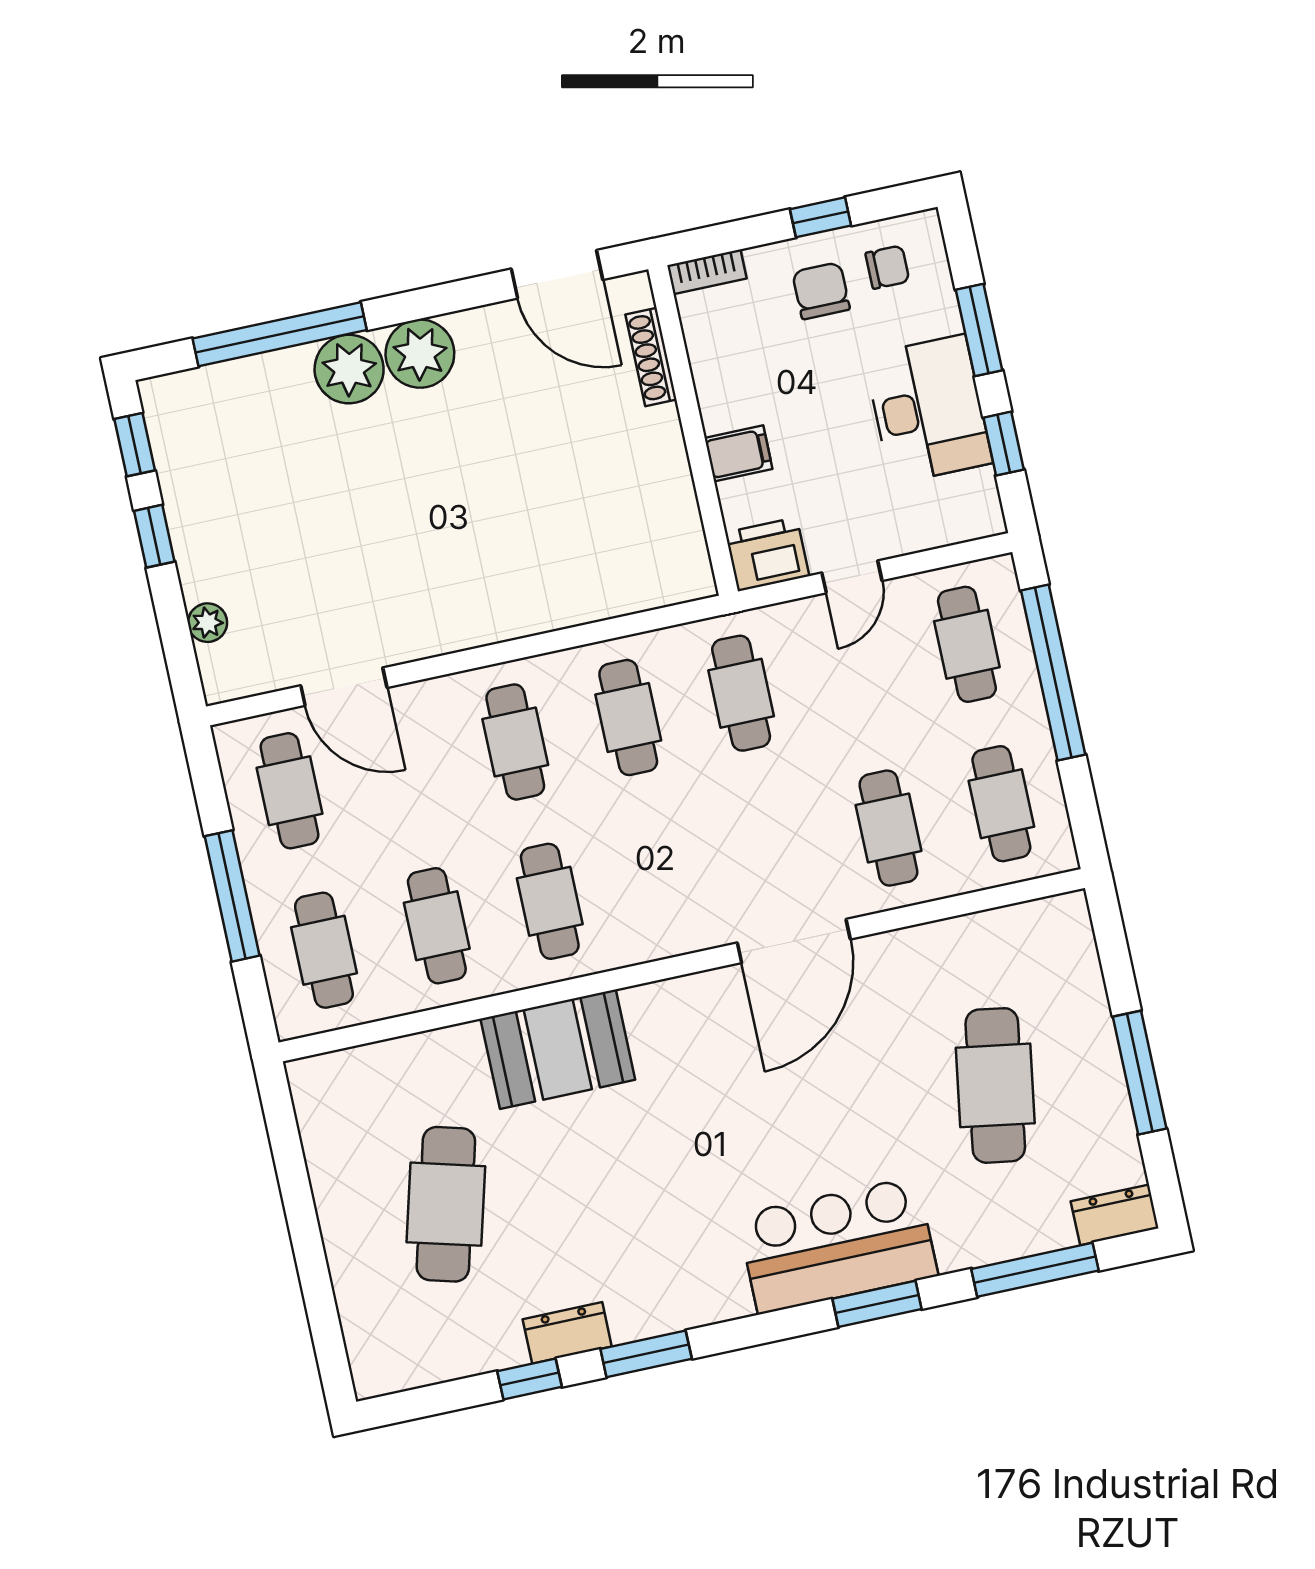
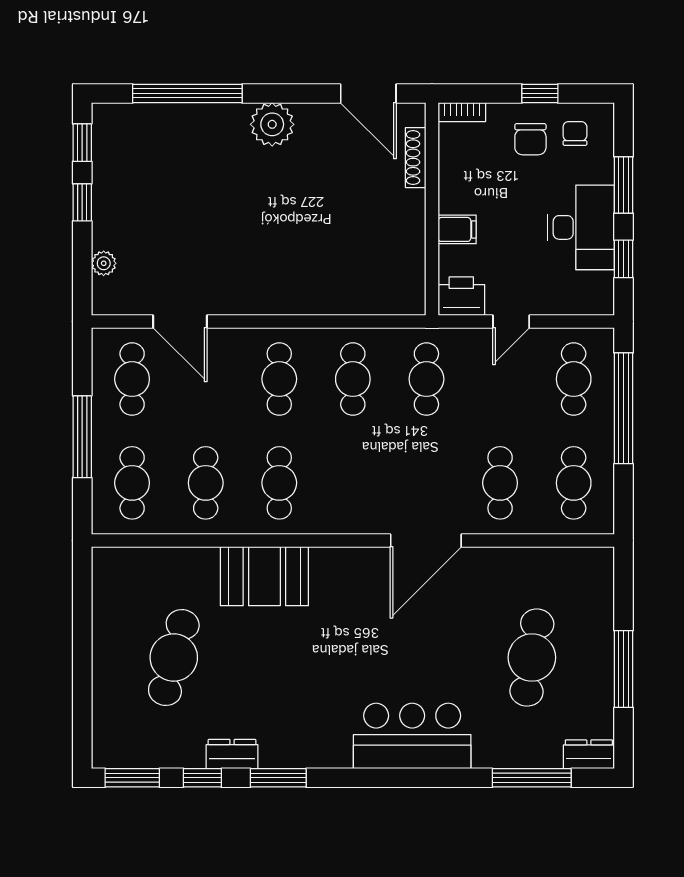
chair: (887, 267) -> (575, 133), turned -90
chair: (821, 291) -> (530, 139), turned 180
plant: (349, 369) -> (226, 124), removed
window: (877, 1304) -> (132, 778), moved

